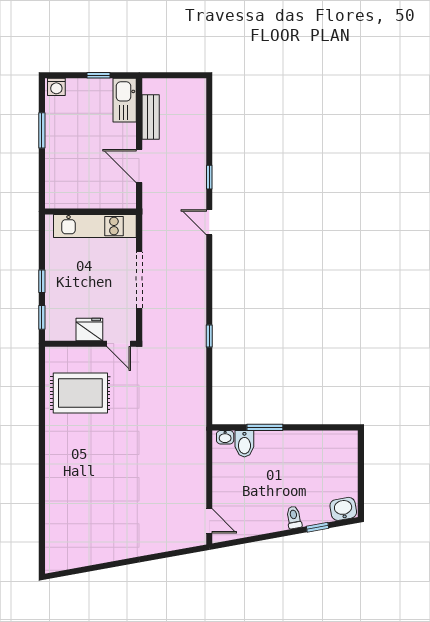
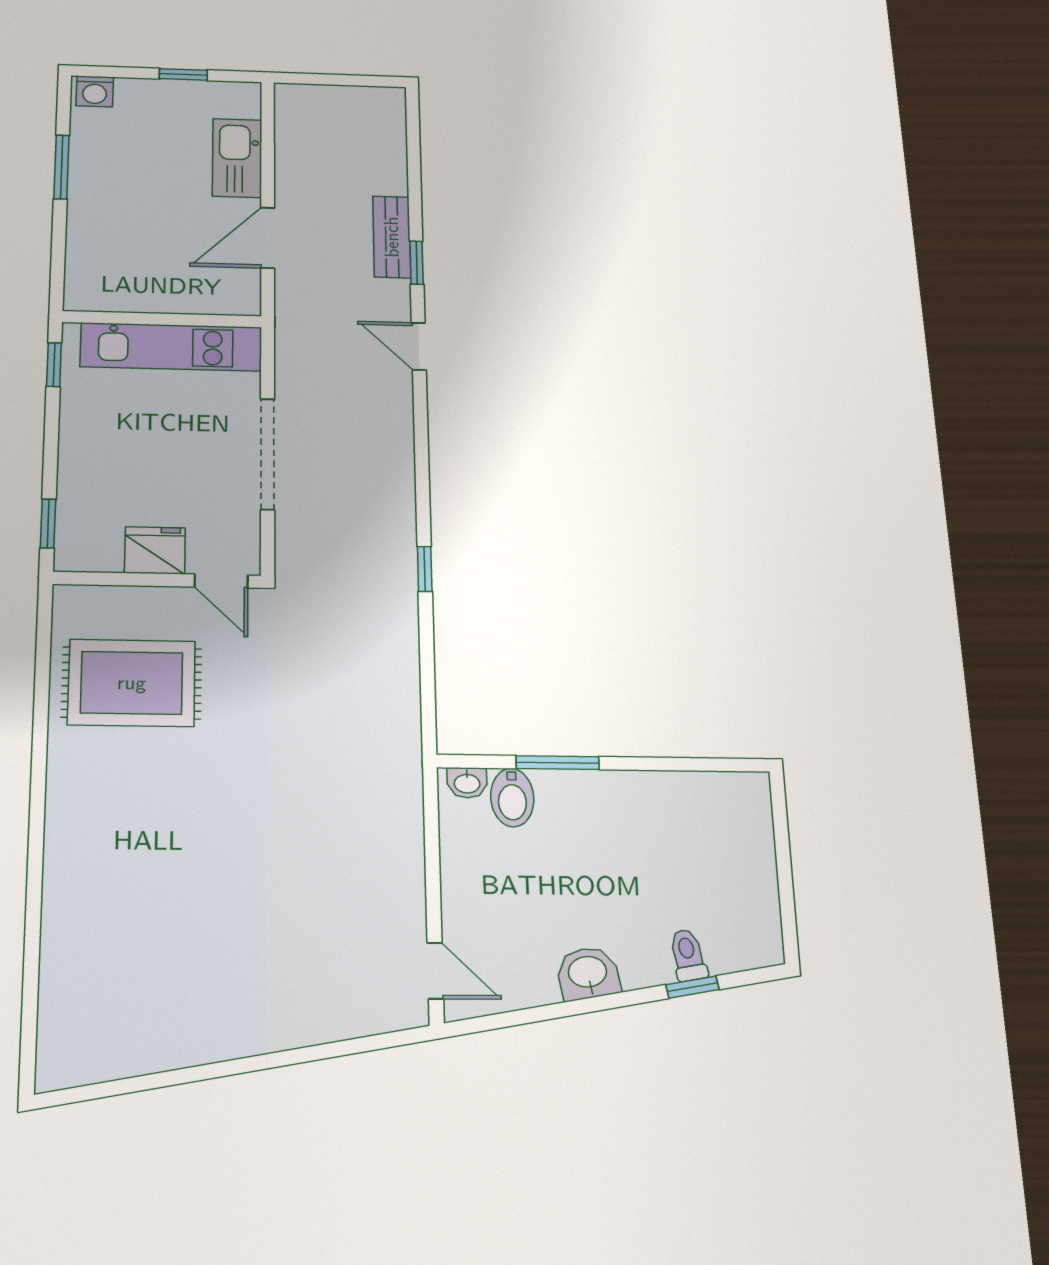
kitchen sink: (125, 100) -> (237, 158), moved
bench: (151, 117) -> (392, 237), moved
door: (139, 166) -> (268, 238), hinge flipped
window: (42, 281) -> (54, 365), moved
washbasin: (343, 509) -> (588, 973), moved
toilet: (294, 517) -> (688, 955), moved

